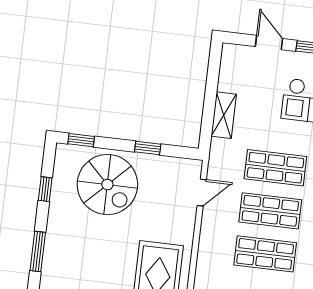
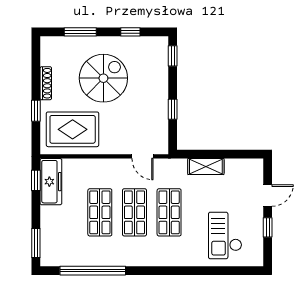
spiral stairs: (107, 185) -> (103, 78), moved, turned 180

